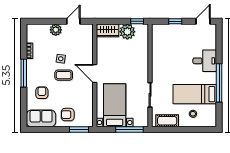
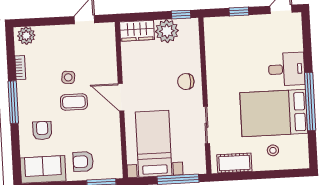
plant: (56, 30) -> (26, 36), moved
chair: (138, 65) -> (186, 82), added
bed: (195, 94) -> (274, 113), width x1.50

